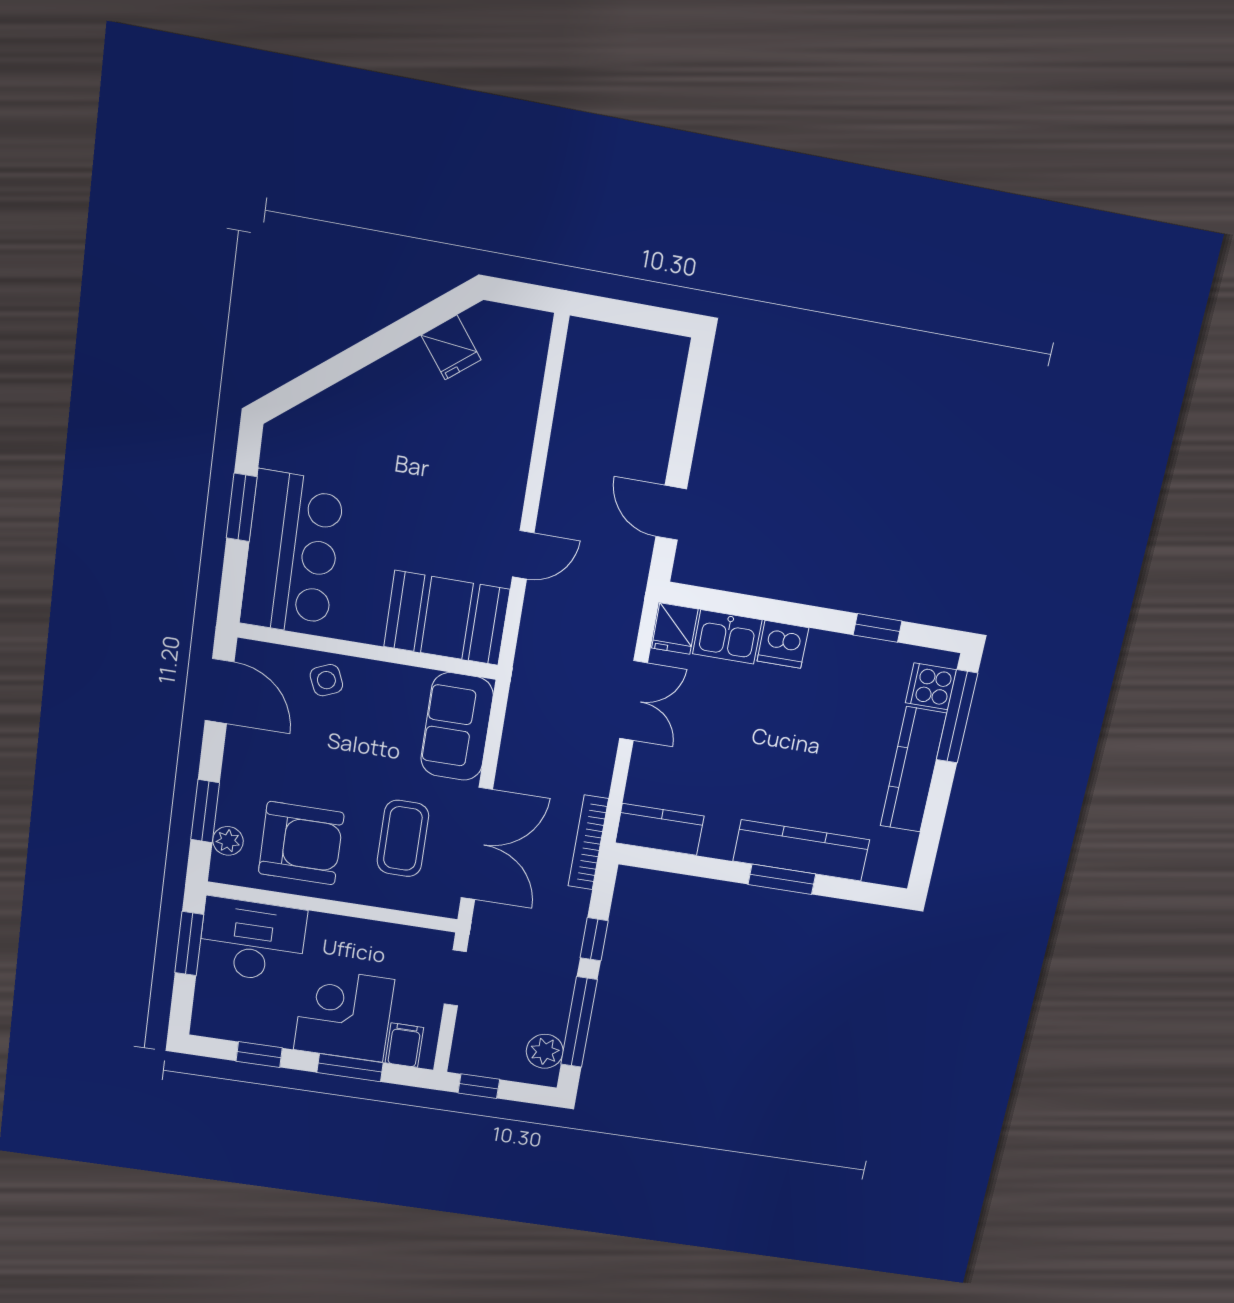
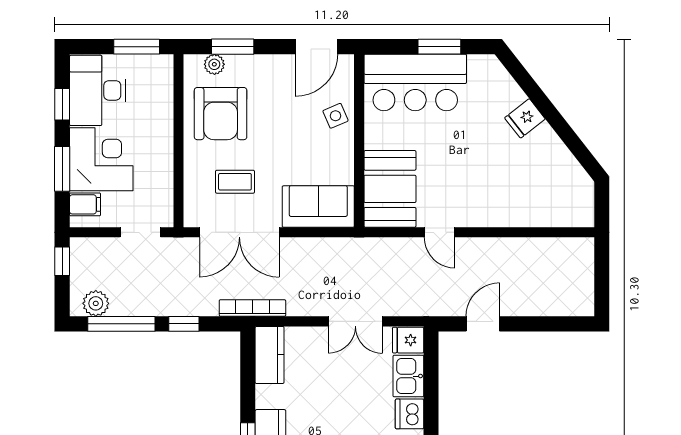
fridge: (451, 347) -> (525, 118), moved
coffee table: (403, 838) -> (235, 182), width x0.73, depth x0.77
desk: (252, 940) -> (97, 90), moved, turned 180

